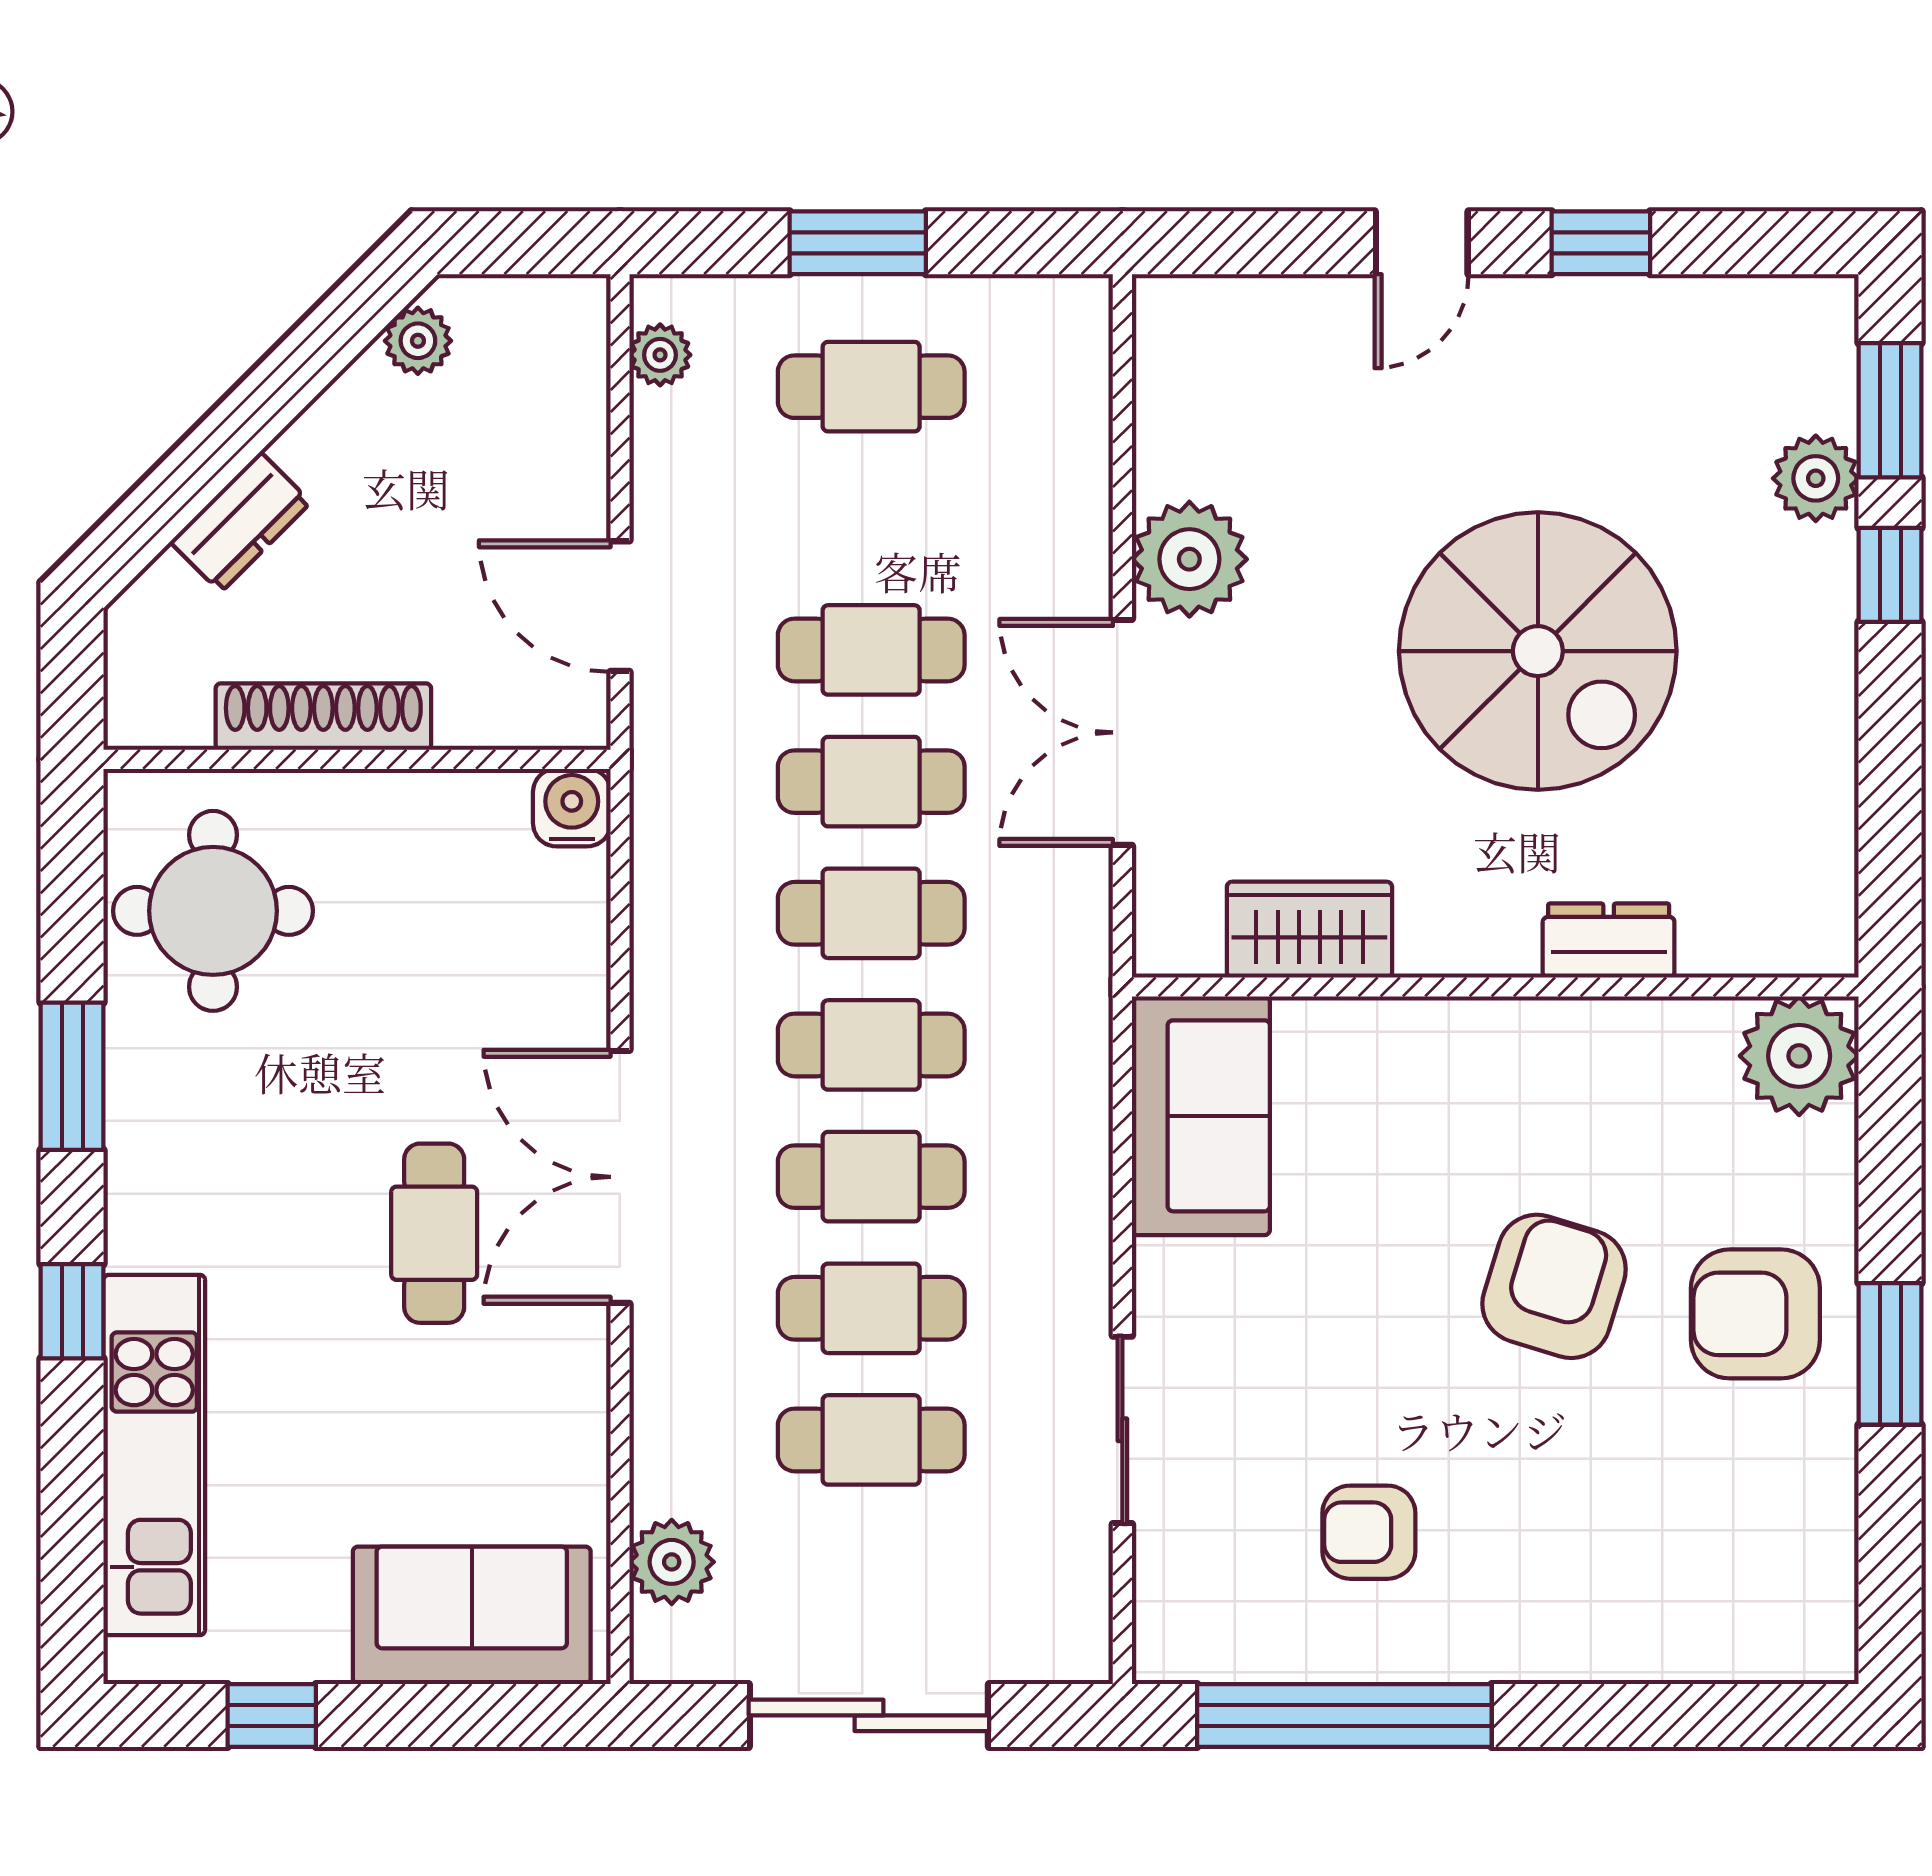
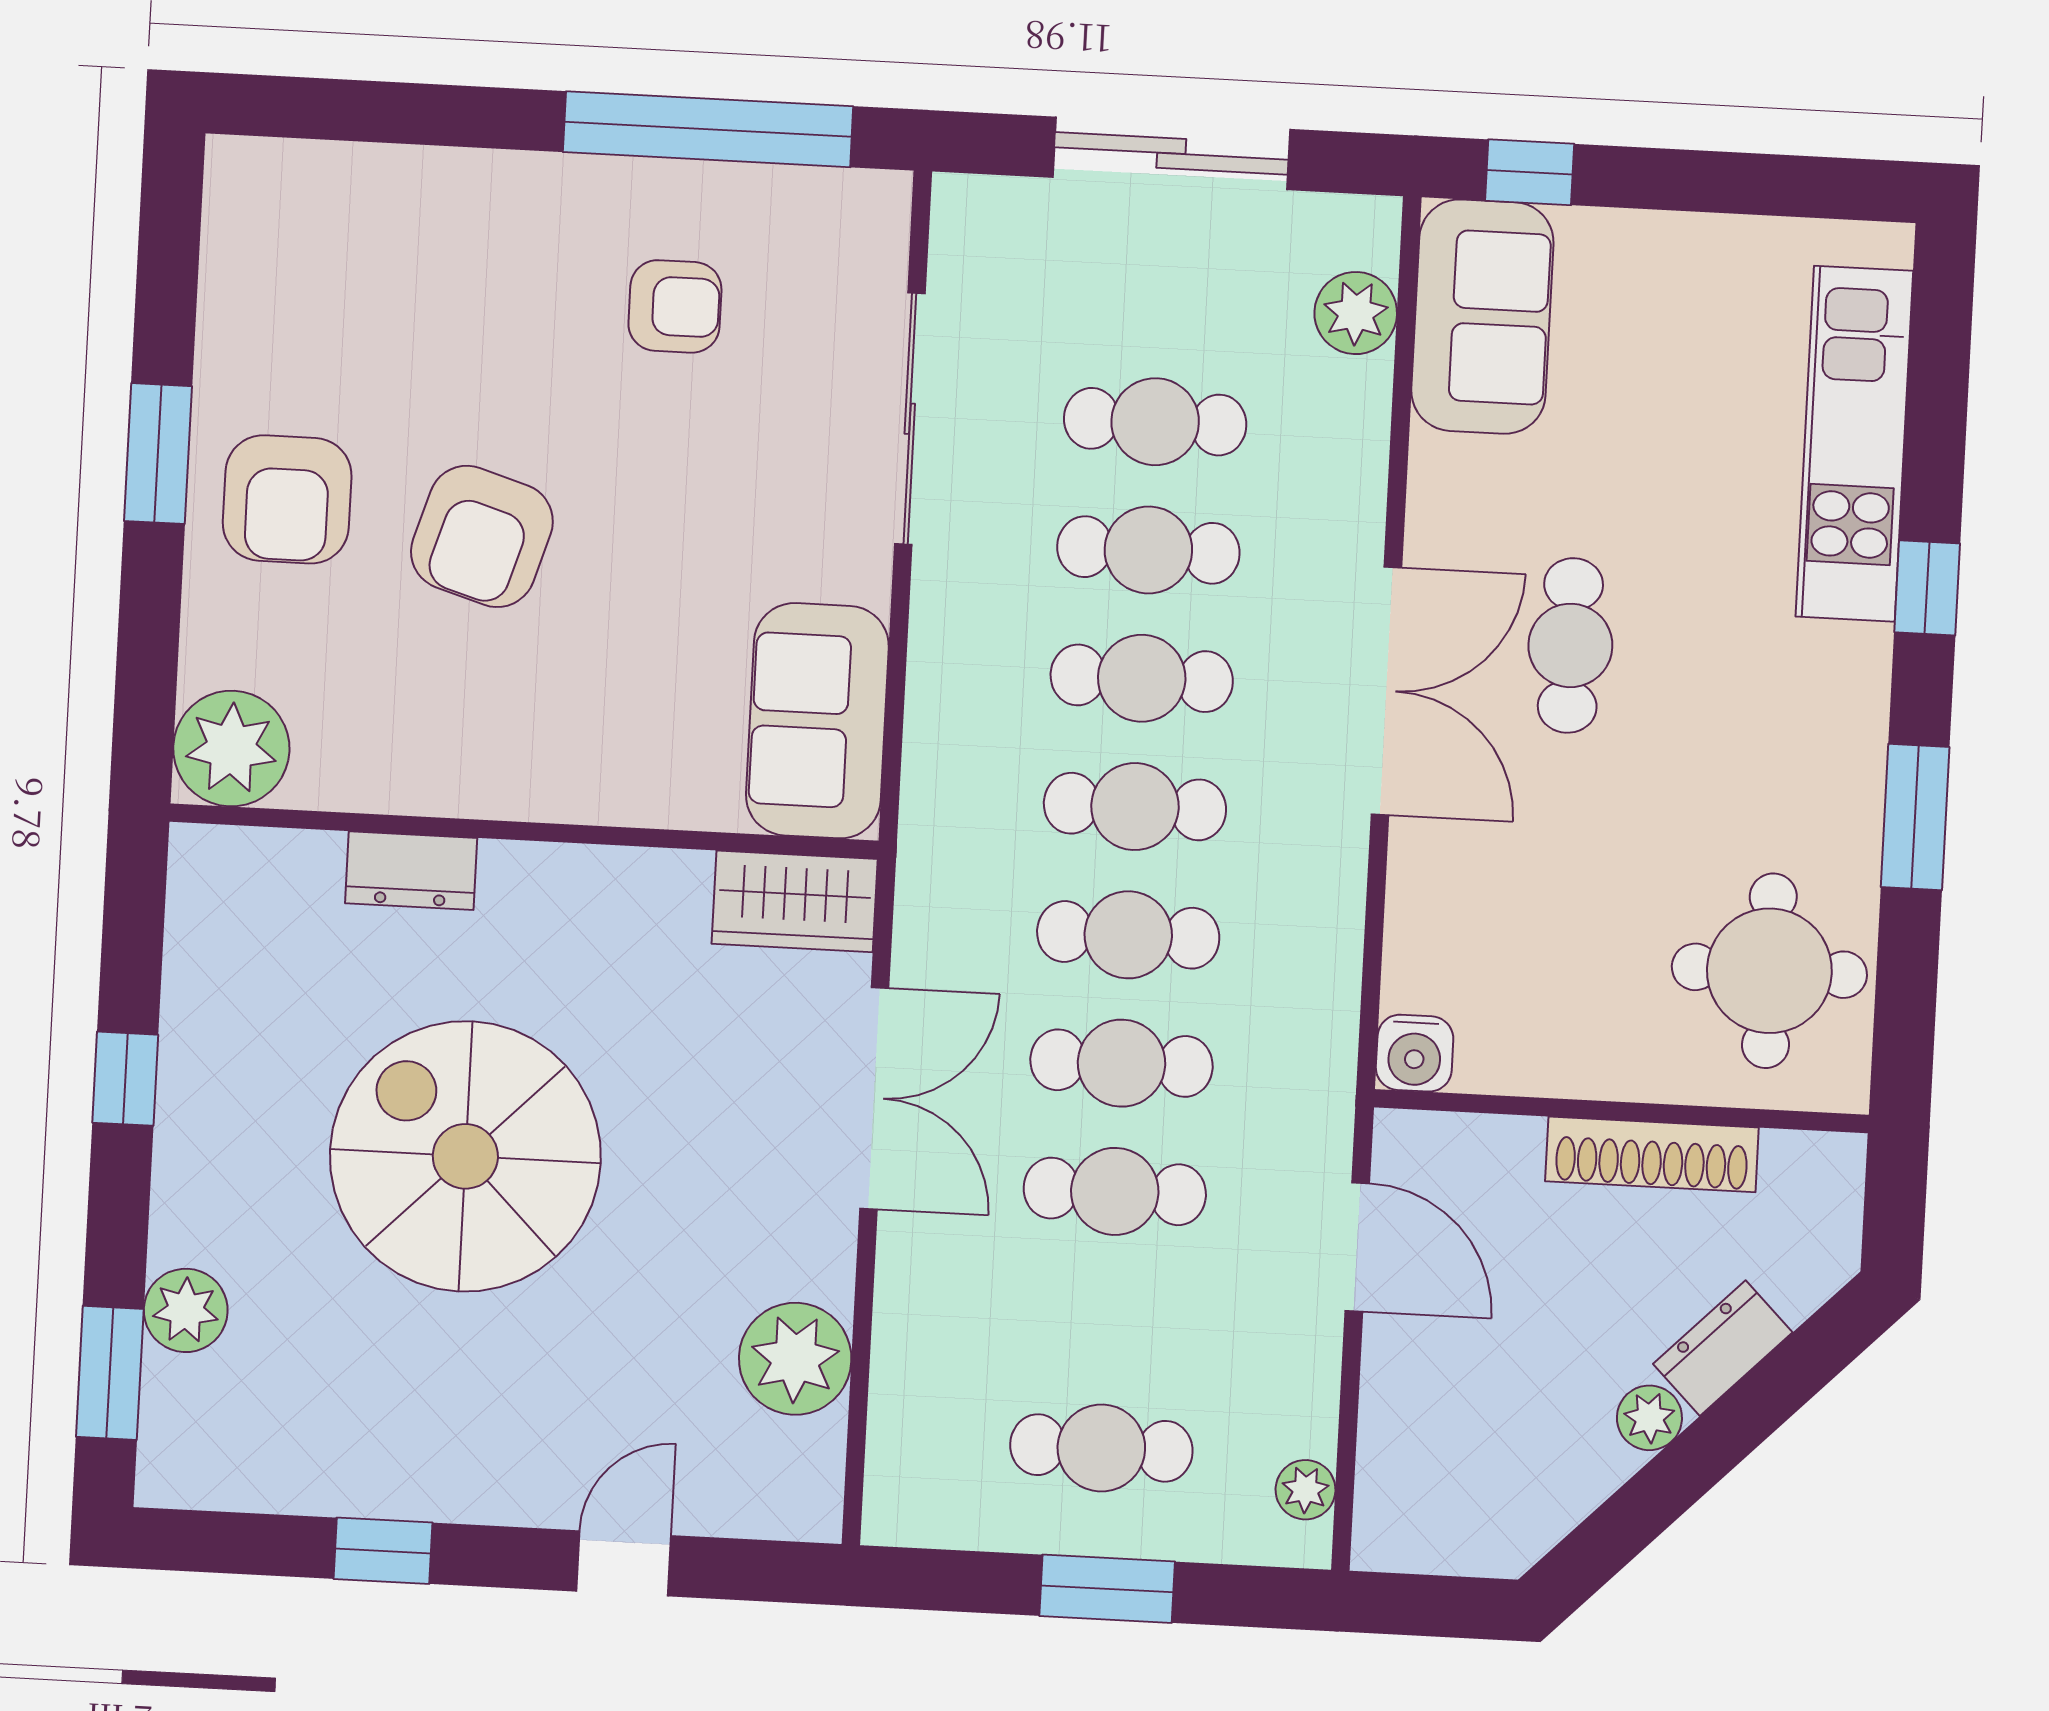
door: (1422, 243) -> (624, 1563), moved
plant: (418, 341) -> (1649, 1418), moved
plant: (1189, 559) -> (795, 1359), moved
window: (1890, 575) -> (125, 1079), moved
wardrobe: (1309, 930) -> (795, 901), moved
armchair: (1755, 1314) -> (287, 499), turned 90
sliding door: (1122, 1430) -> (910, 419), width x1.37
sofa: (472, 1615) -> (1482, 317), moved, turned -90
window: (272, 1715) -> (1530, 172), moved

